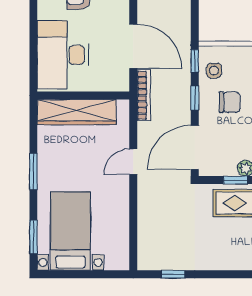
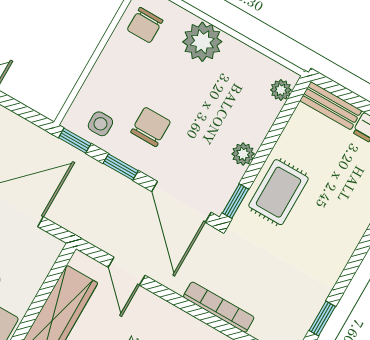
bookcase: (144, 95) -> (219, 307), moved
door: (133, 162) -> (127, 271), moved
window: (235, 180) -> (235, 201), moved

